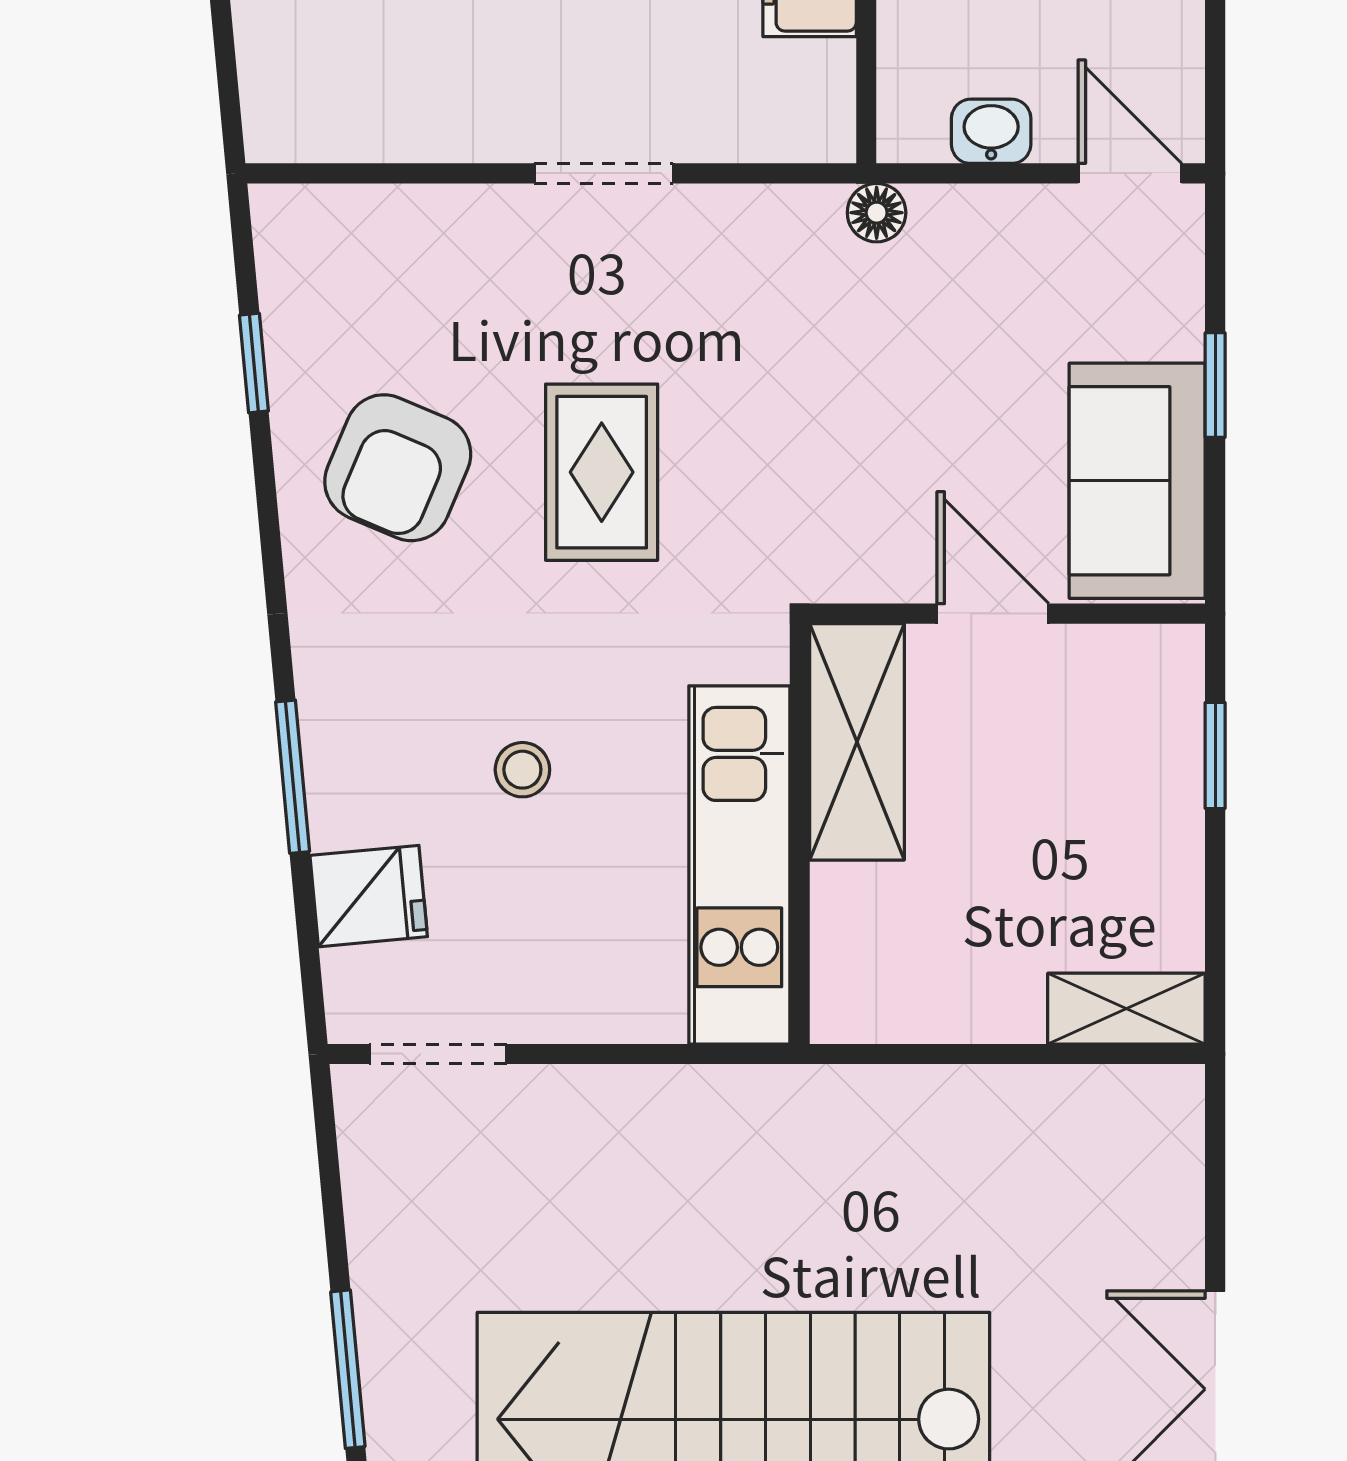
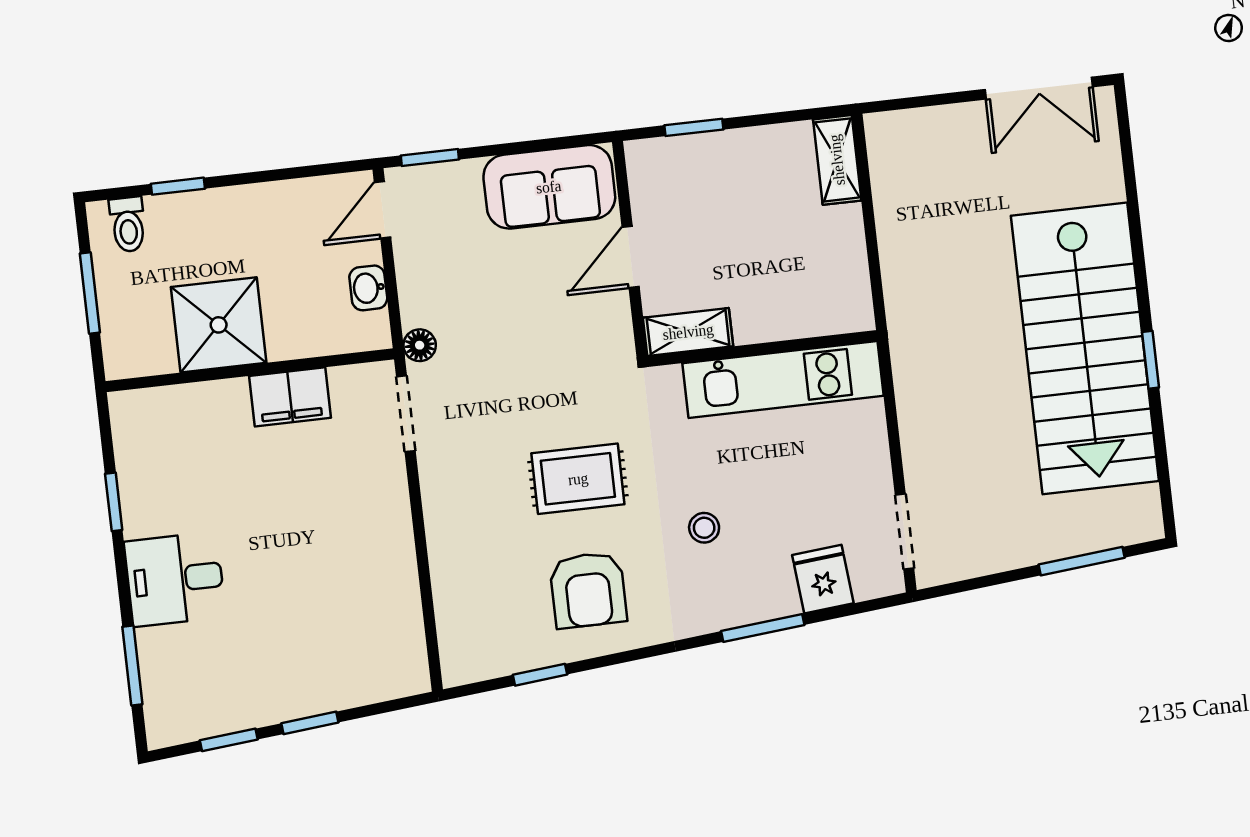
doorway: (604, 173) -> (406, 414), moved
window: (1215, 385) -> (430, 157), moved
armchair: (398, 468) -> (588, 590), turned 67
shelving: (857, 742) -> (688, 332), width x0.67, depth x0.75
stool: (522, 770) -> (704, 528), moved

